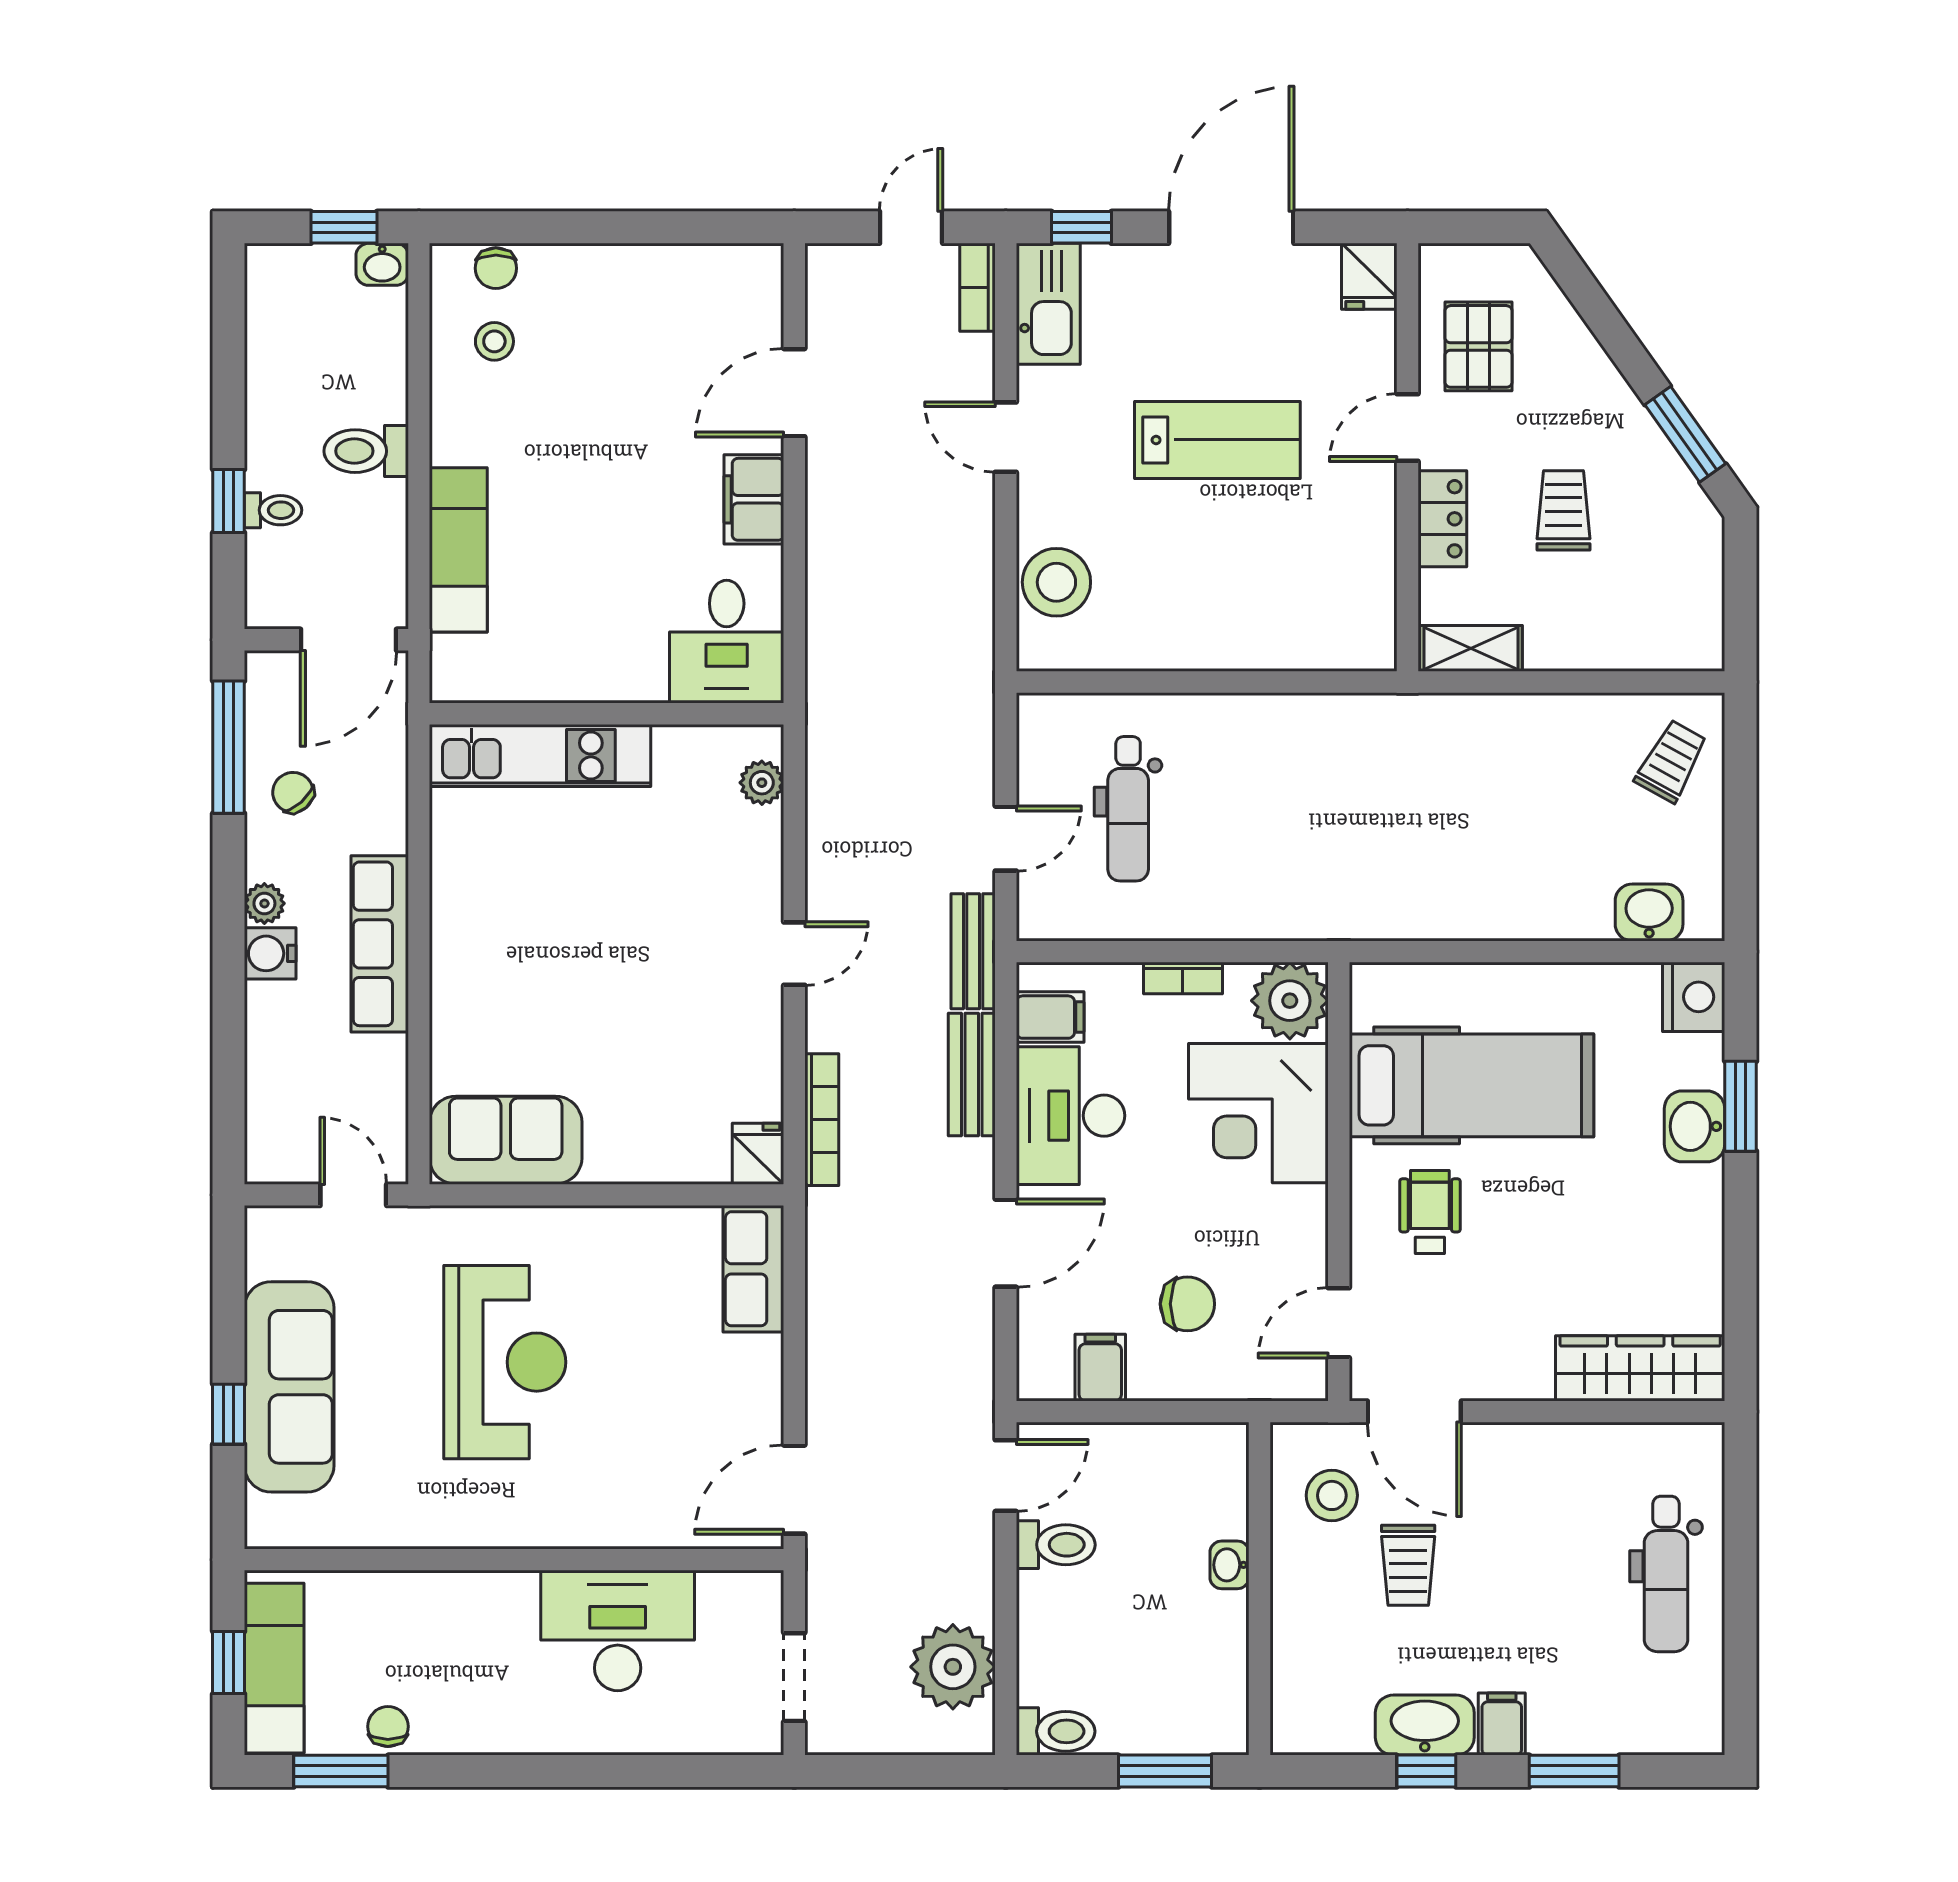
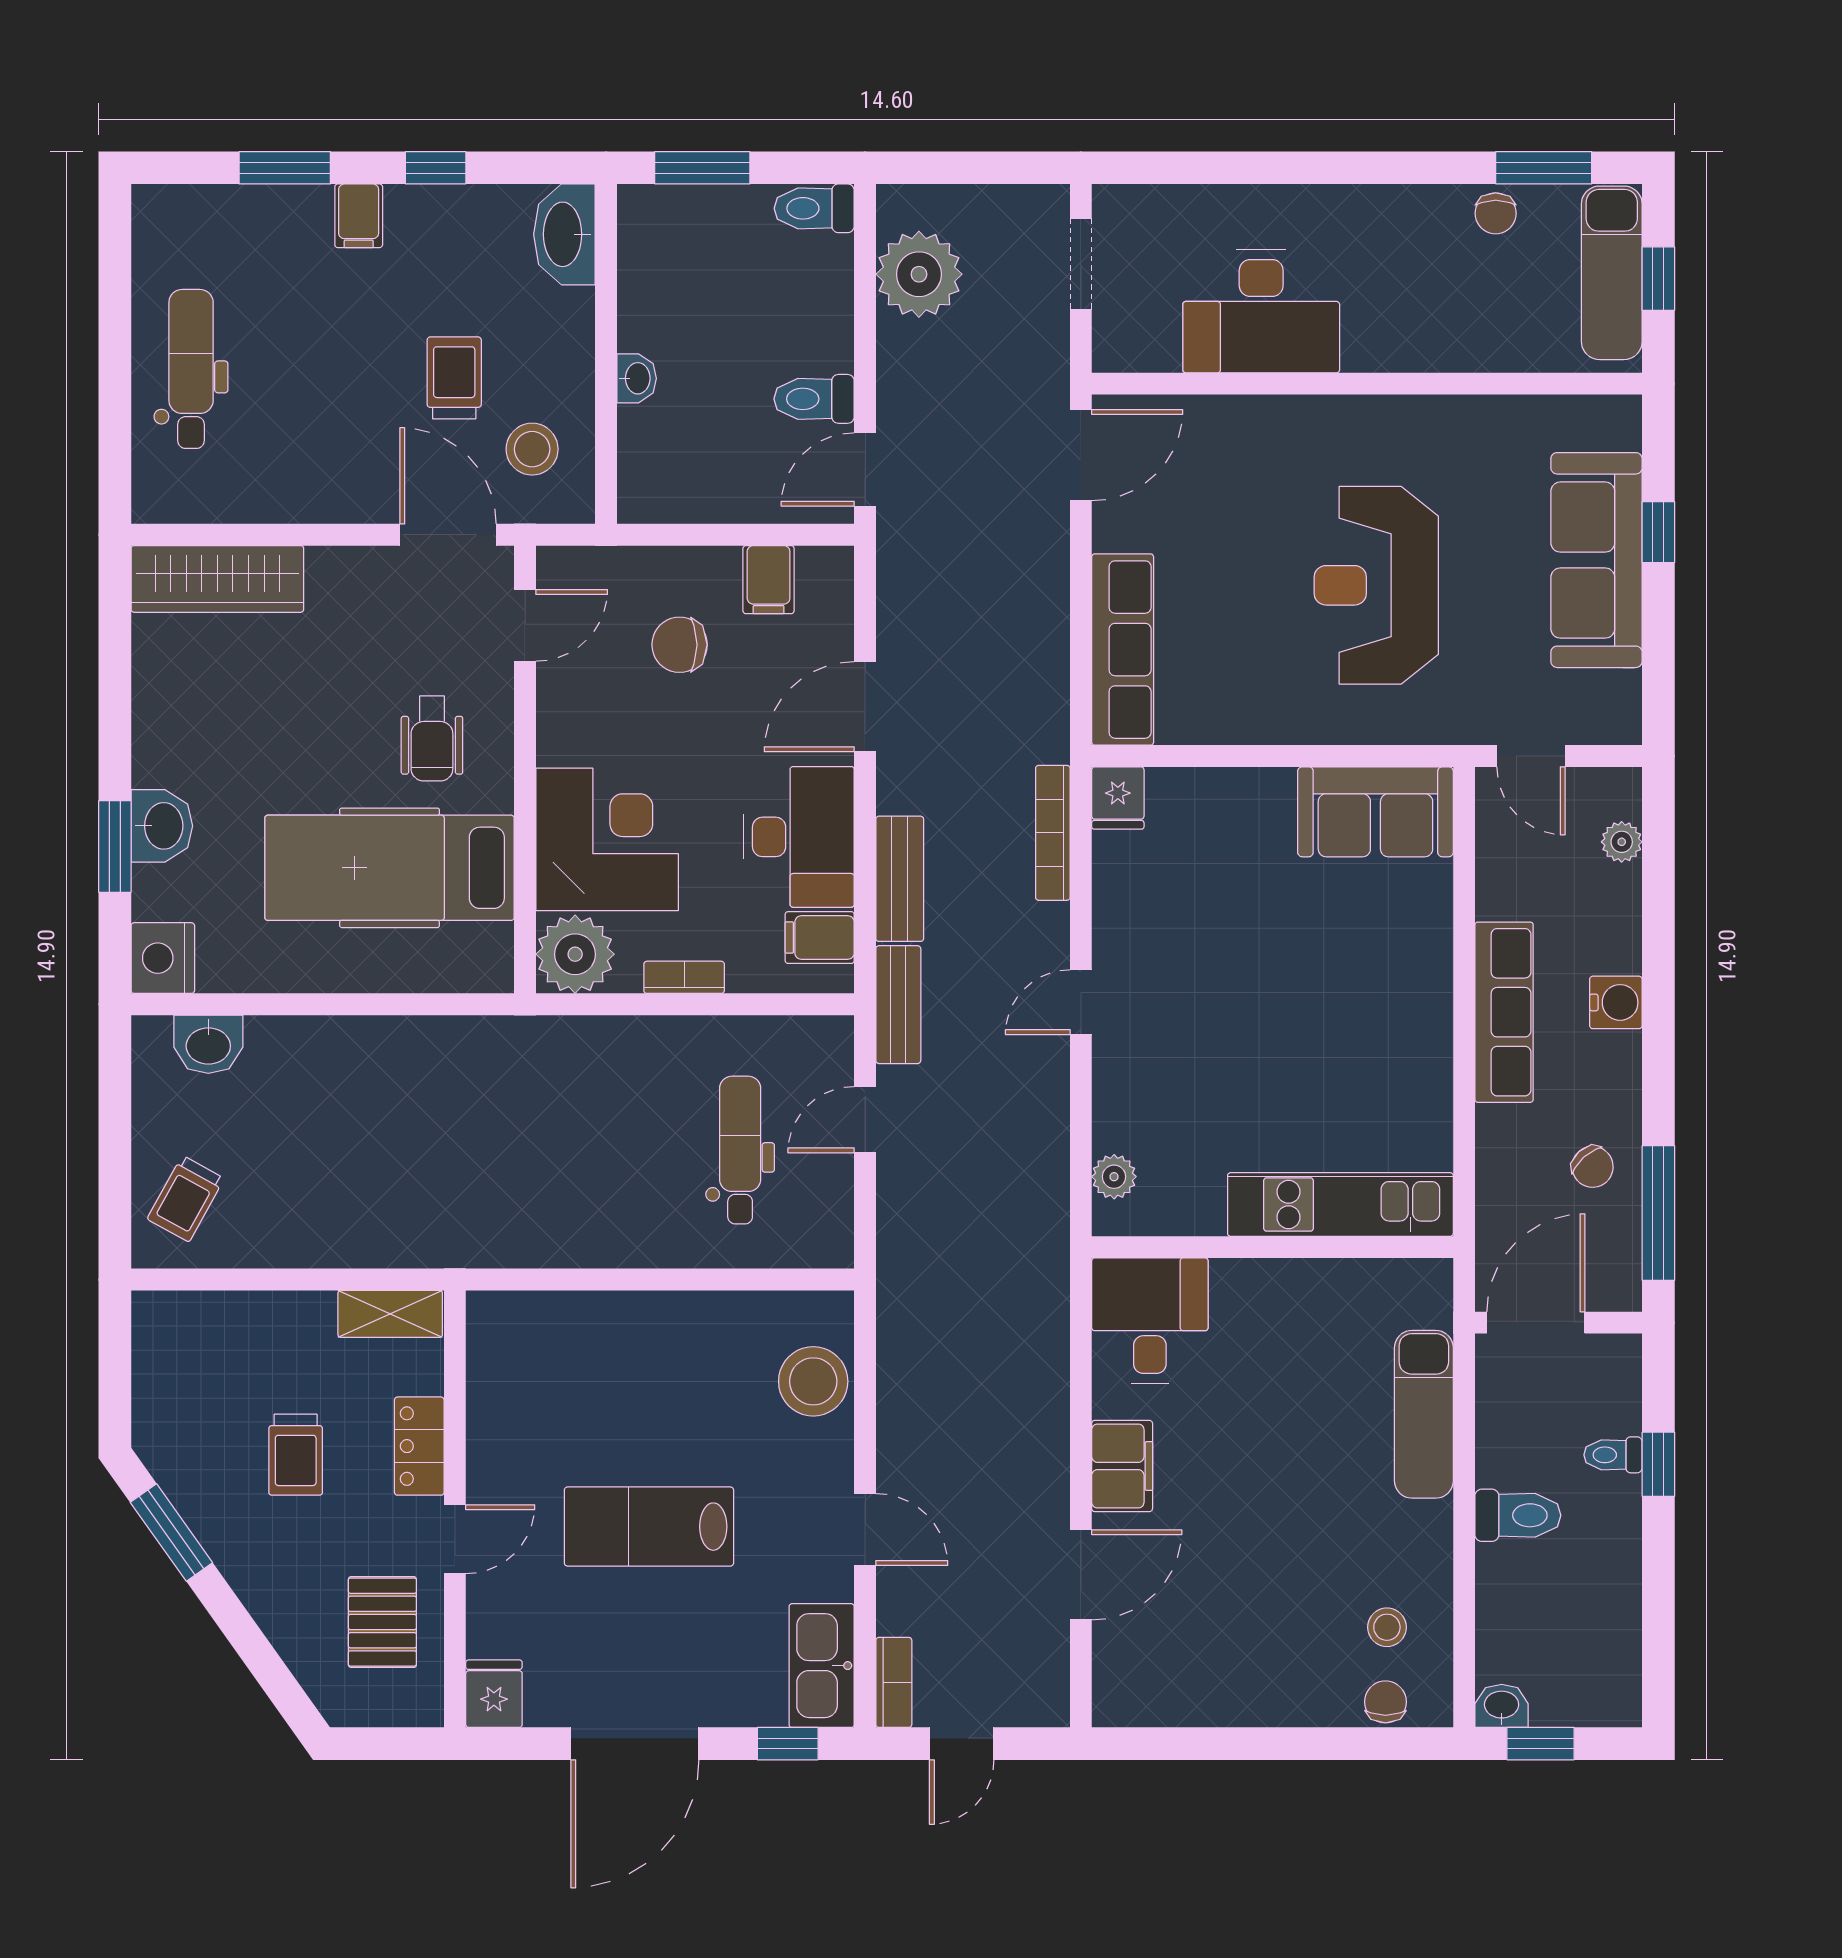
plant: (264, 903) -> (1622, 842), moved
row of seats: (753, 1269) -> (1123, 650), width x1.48
washbasin: (1425, 1725) -> (564, 234), moved, turned 90

